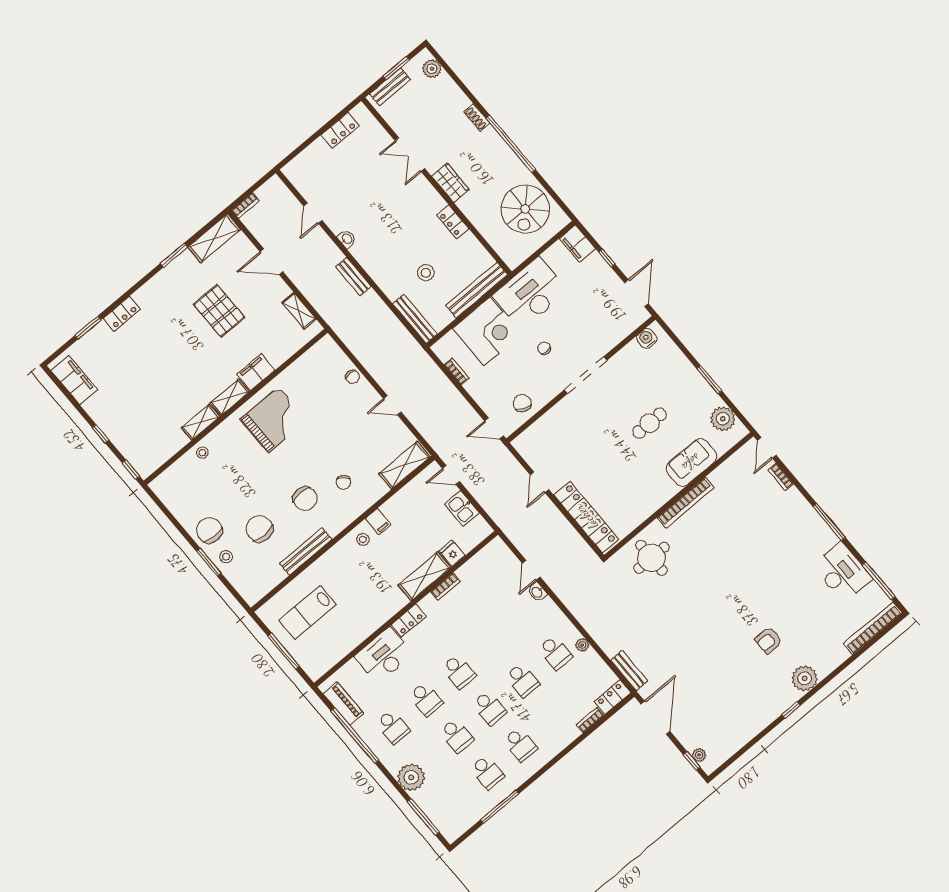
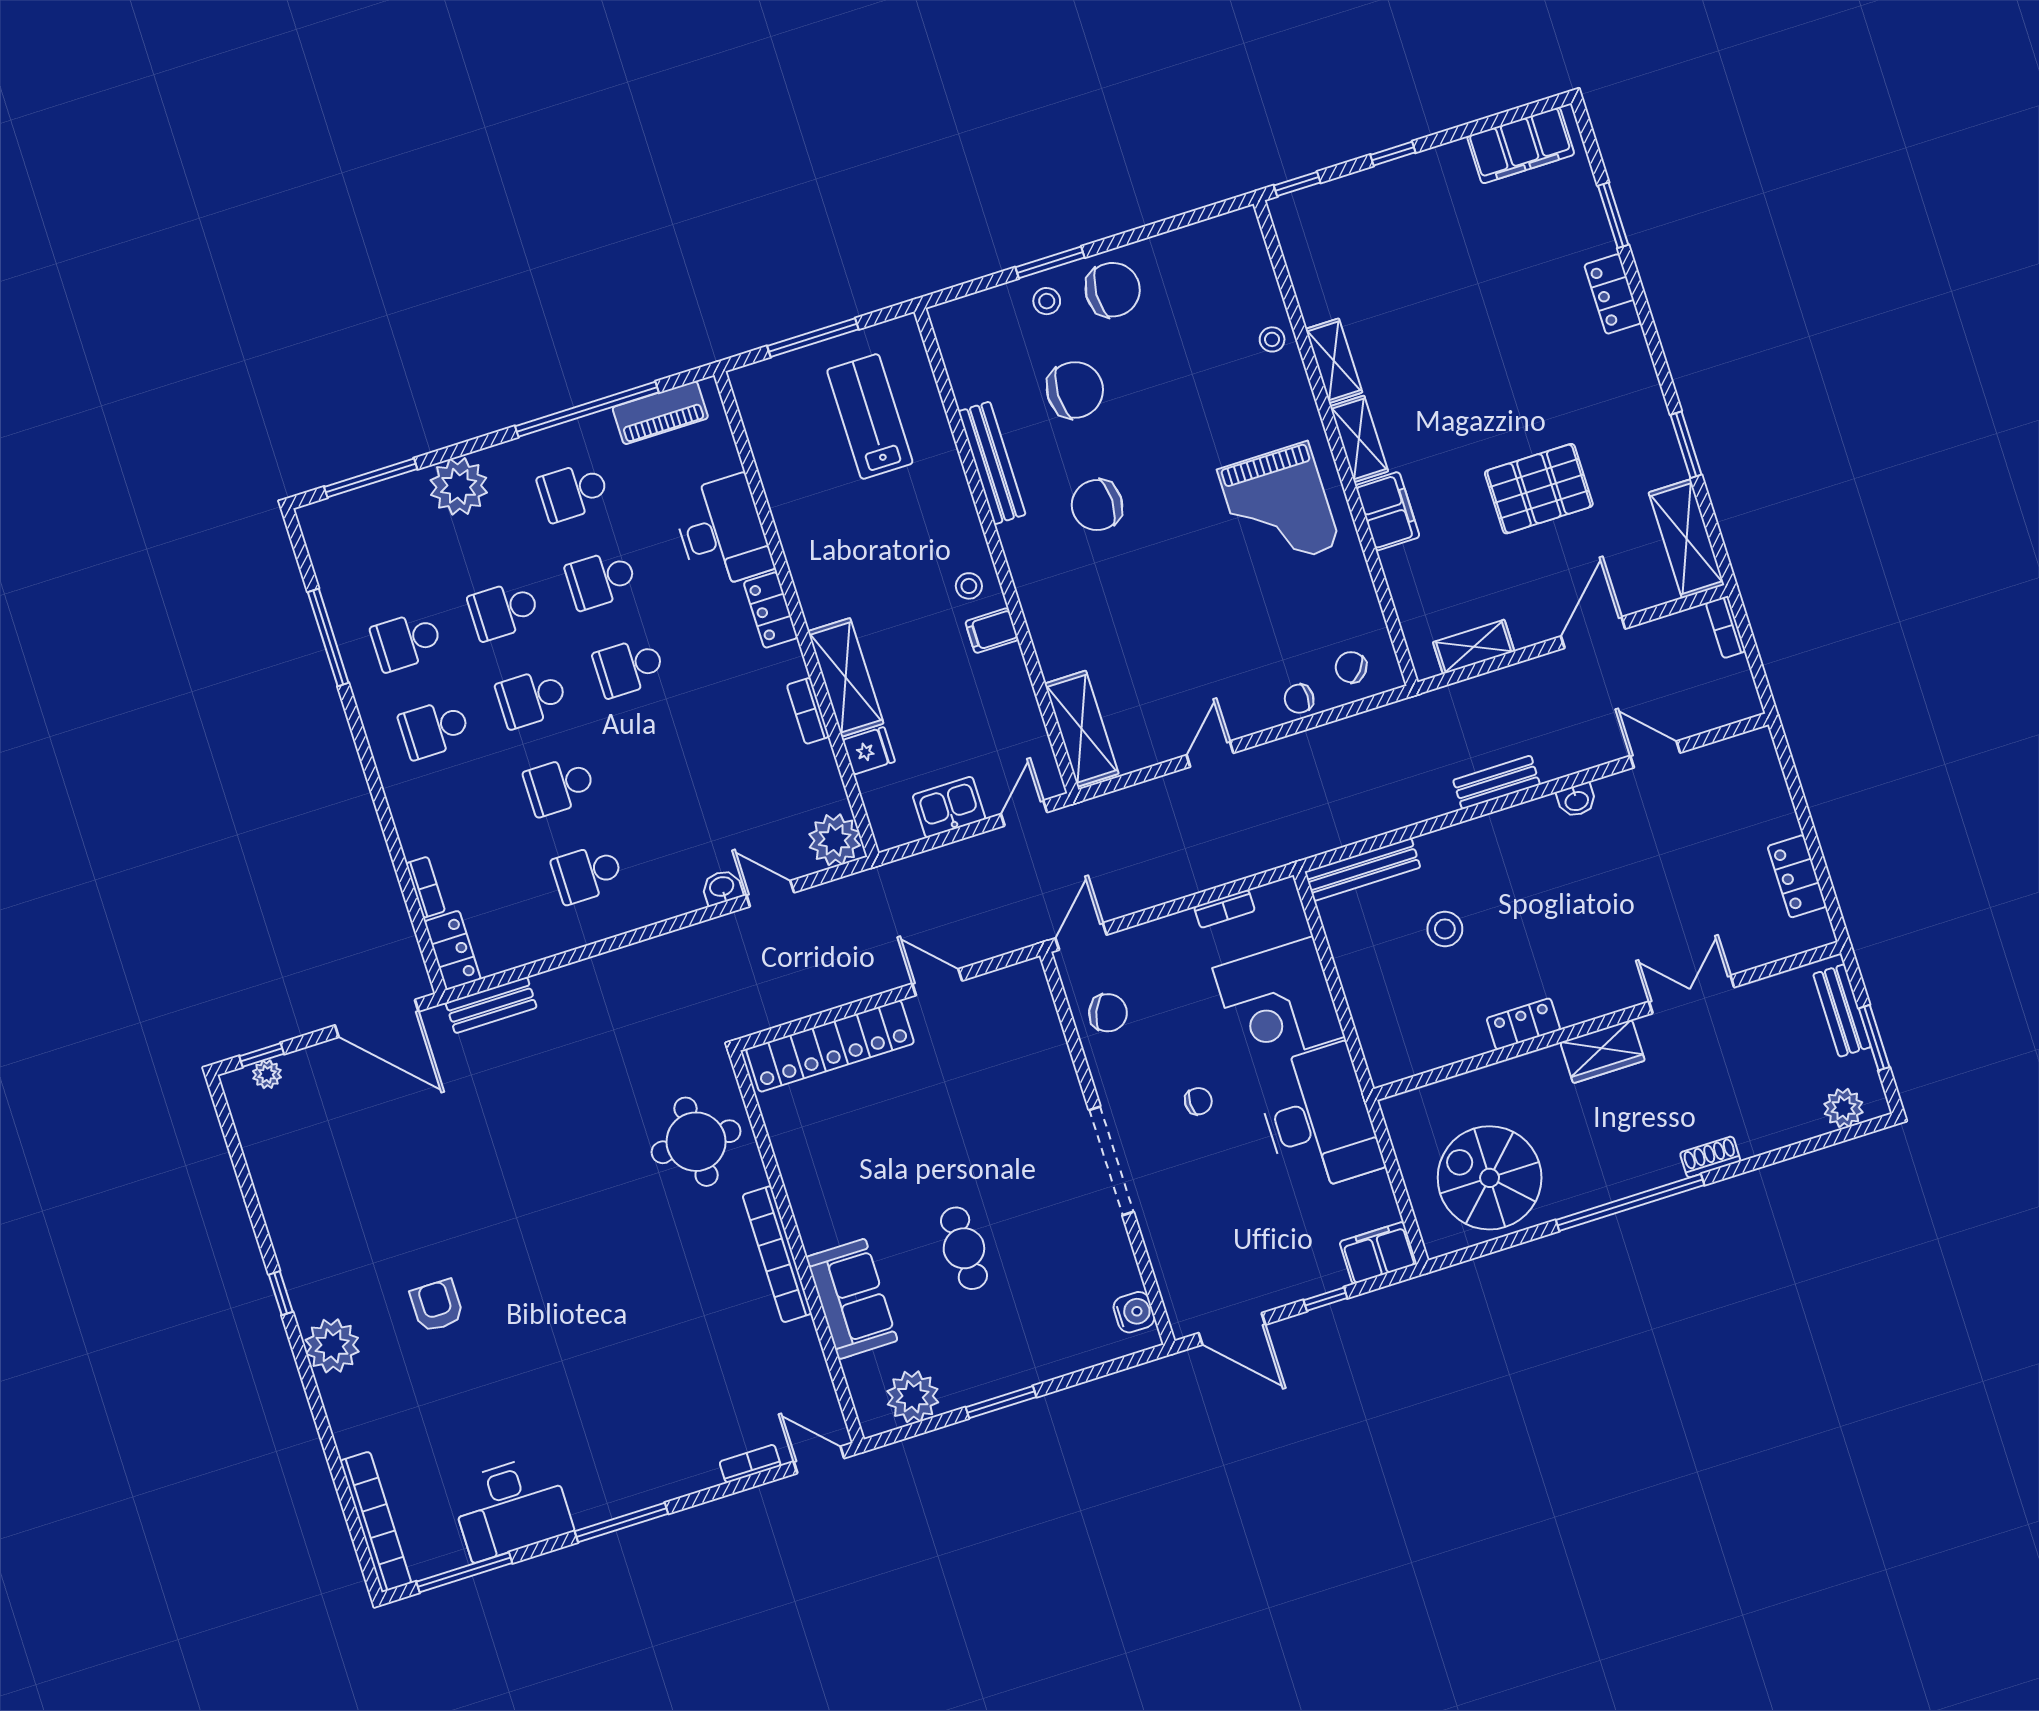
bench: (477, 290) -> (1369, 1015), removed
chair: (343, 482) -> (1351, 667), moved
plant: (582, 645) -> (835, 840), moved, width x1.88, depth x1.88

